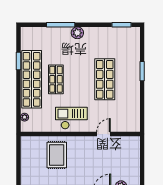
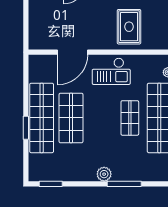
shop shelf: (129, 79) -> (42, 118), added
door: (104, 134) -> (72, 52), width x1.87

